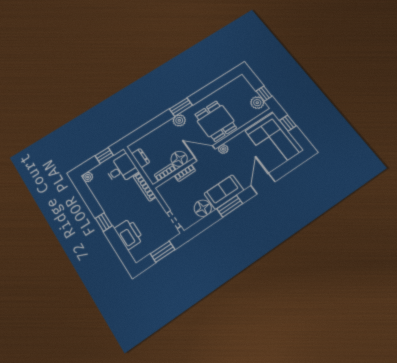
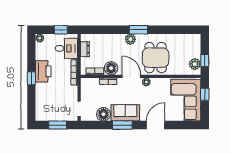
printer: (129, 234) -> (43, 71), moved

